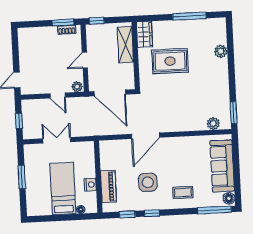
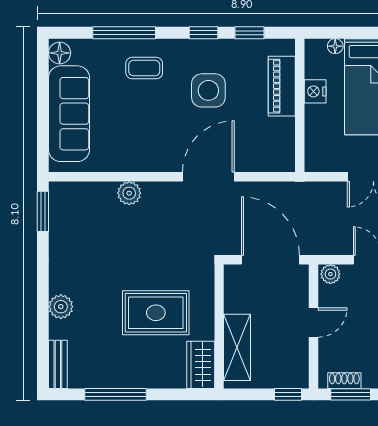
bench: (221, 31) -> (58, 364), added
plant: (221, 51) -> (61, 307), moved
plant: (213, 123) -> (129, 193), moved
window: (214, 210) -> (124, 33), moved

